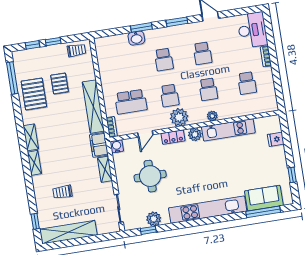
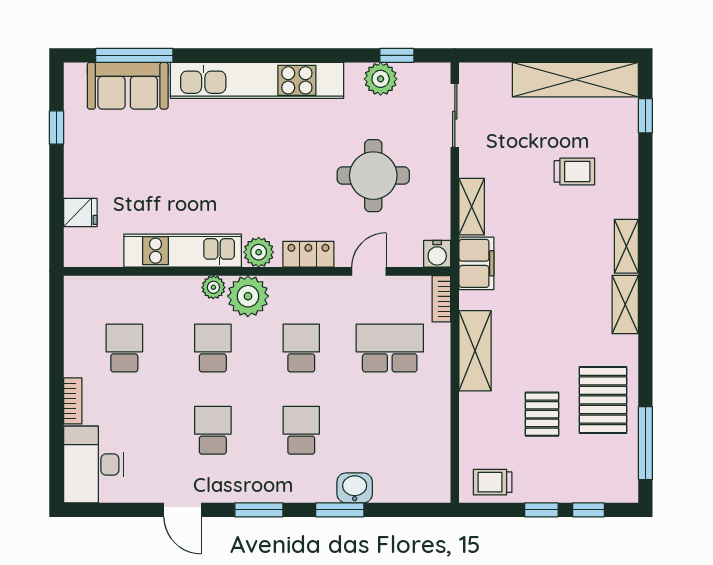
shelving: (93, 107) -> (475, 351), width x0.68
plant: (179, 117) -> (248, 296), moved

